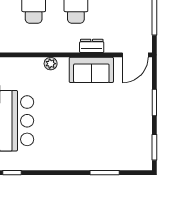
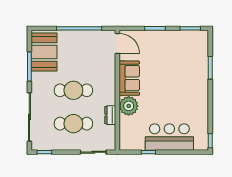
dresser: (92, 46) -> (110, 115), moved
plant: (51, 64) -> (129, 106), width x1.87, depth x1.87

